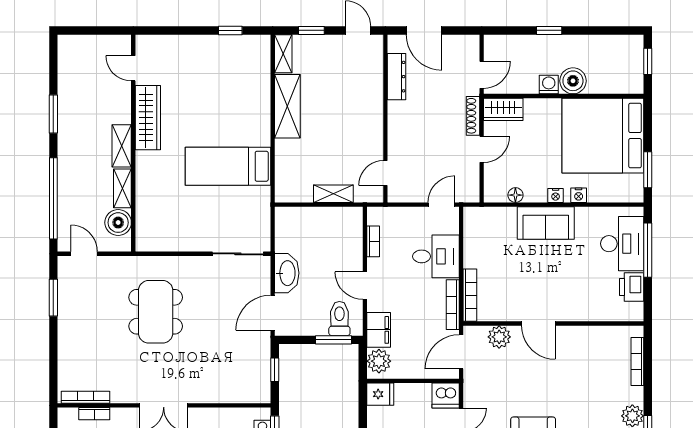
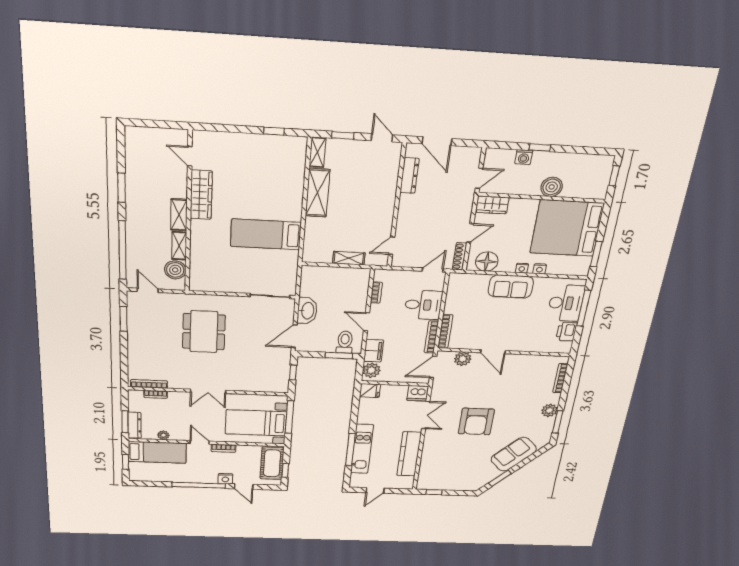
washing machine: (549, 84) -> (524, 157), moved, turned 180
shoe rack: (473, 116) -> (460, 256), moved
floor lamp: (515, 195) -> (487, 262), width x1.89, depth x1.89

